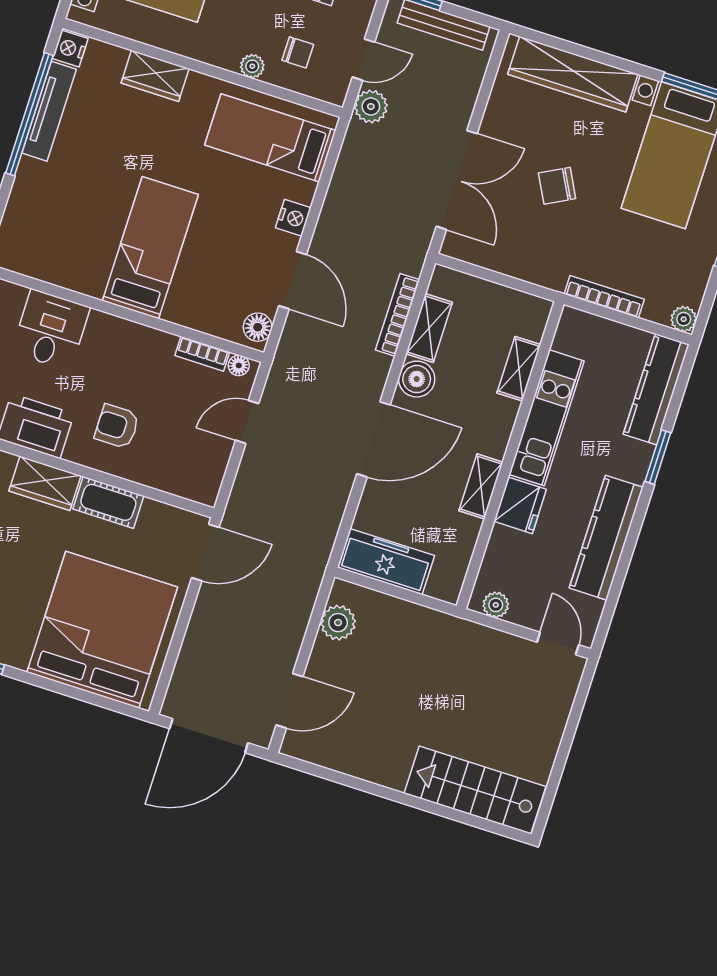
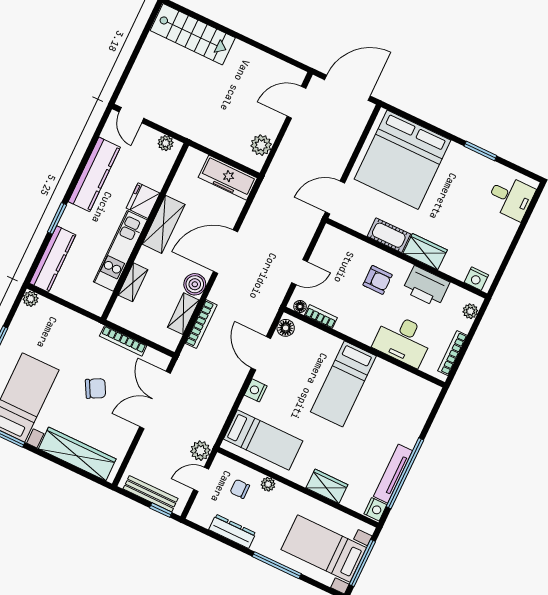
bookcase: (604, 297) -> (123, 341), moved
desk: (51, 330) -> (403, 340), width x1.37
shelving: (481, 486) -> (164, 224), width x1.50, depth x1.33

